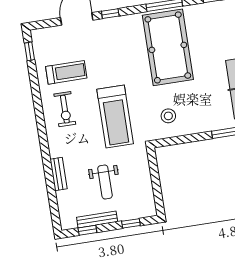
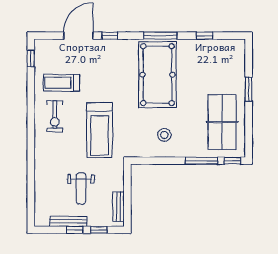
treadmill: (66, 72) -> (61, 83), turned 180
stool: (168, 116) -> (164, 135), moved
bench: (59, 174) -> (118, 207), moved
window: (87, 230) -> (75, 230), moved

